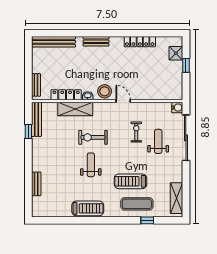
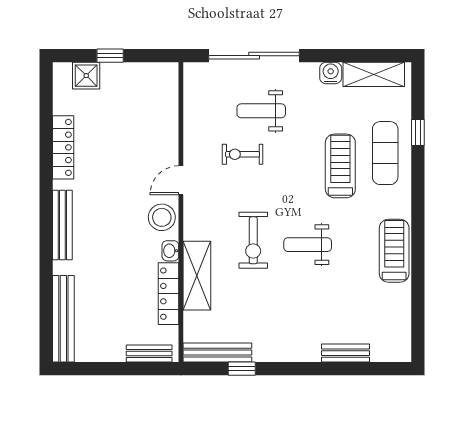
bench: (96, 41) -> (62, 225), width x1.36
water cooler: (177, 108) -> (331, 73), moved
treadmill: (130, 181) -> (340, 166), turned 180

